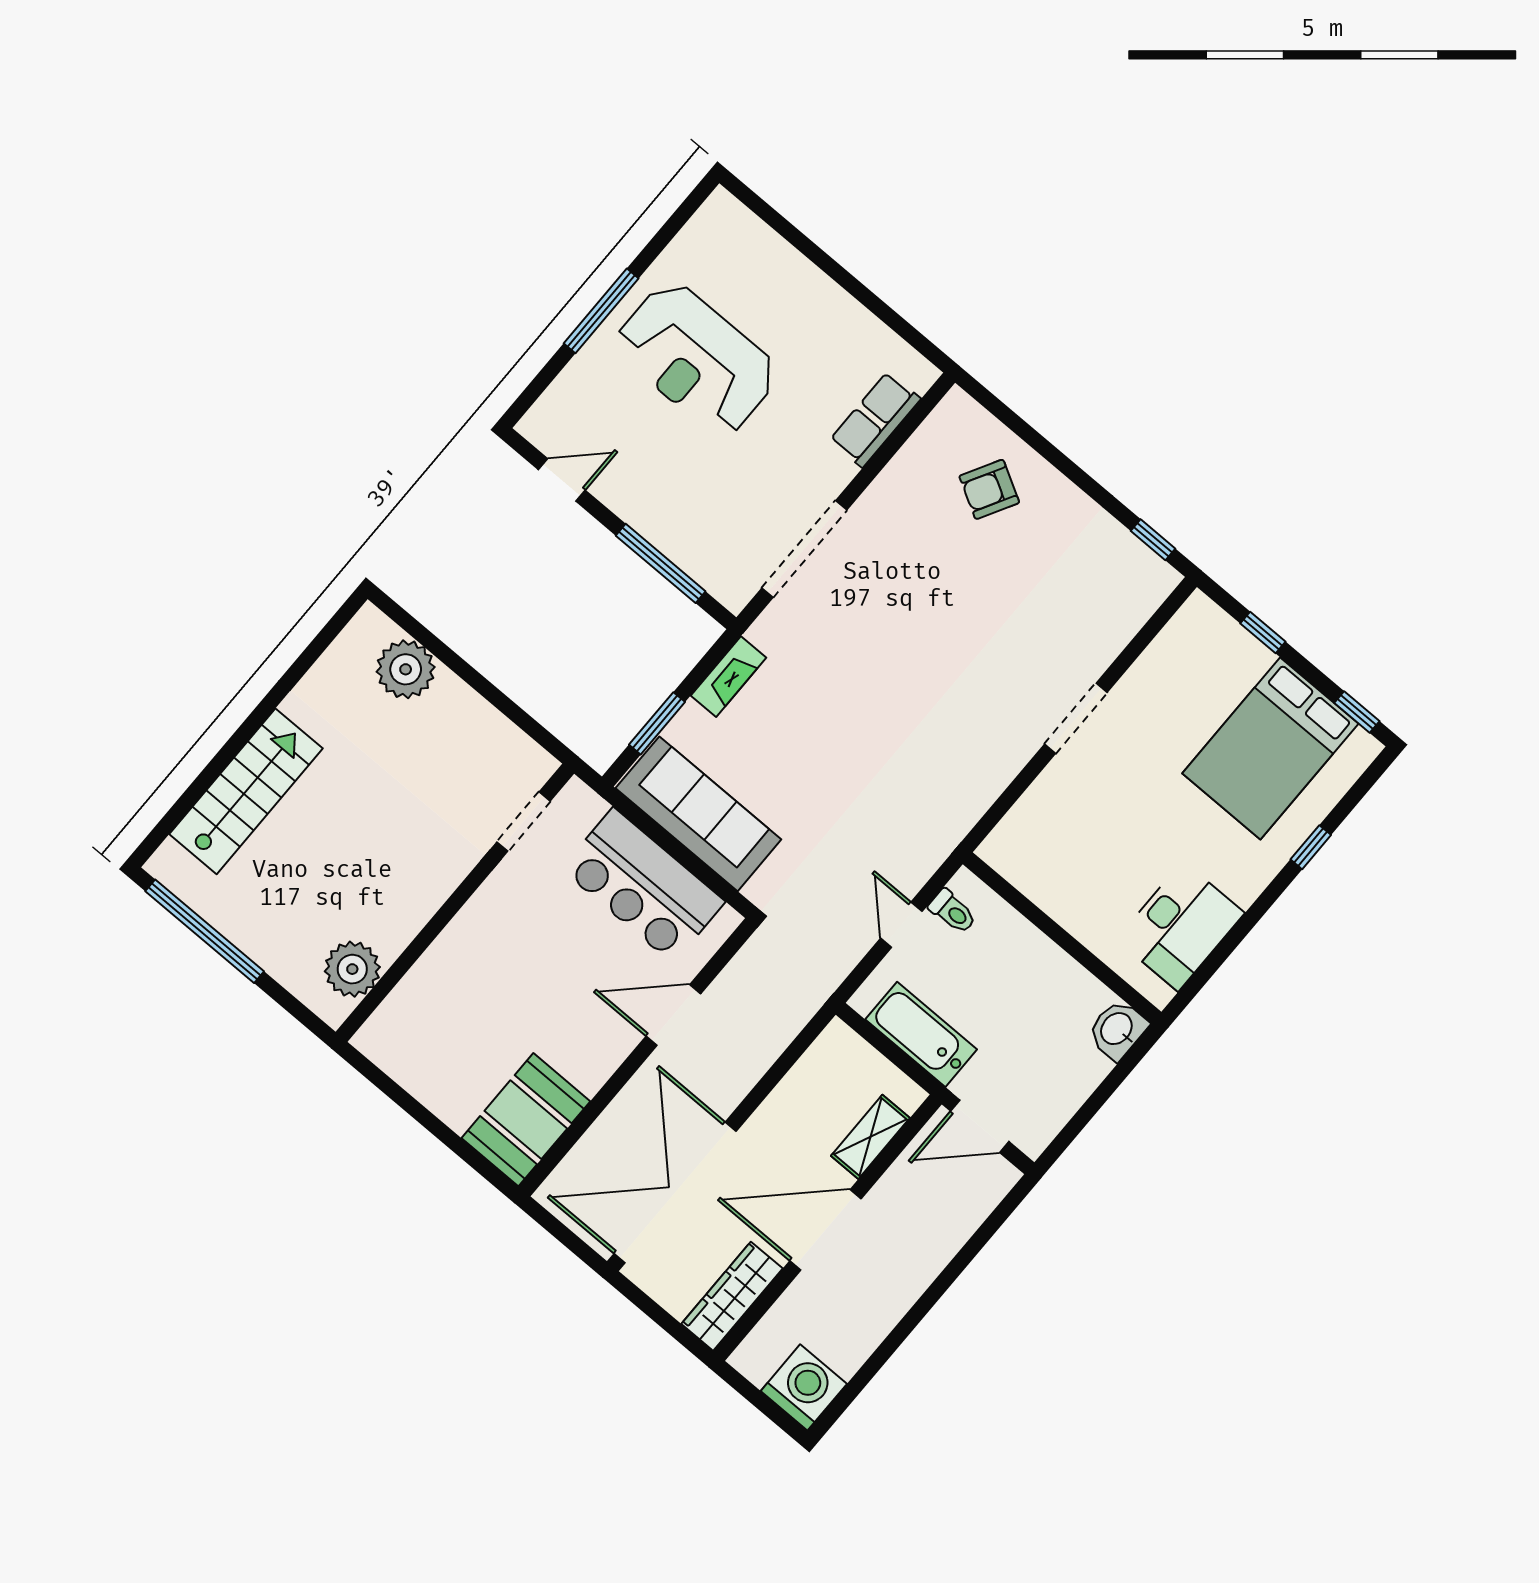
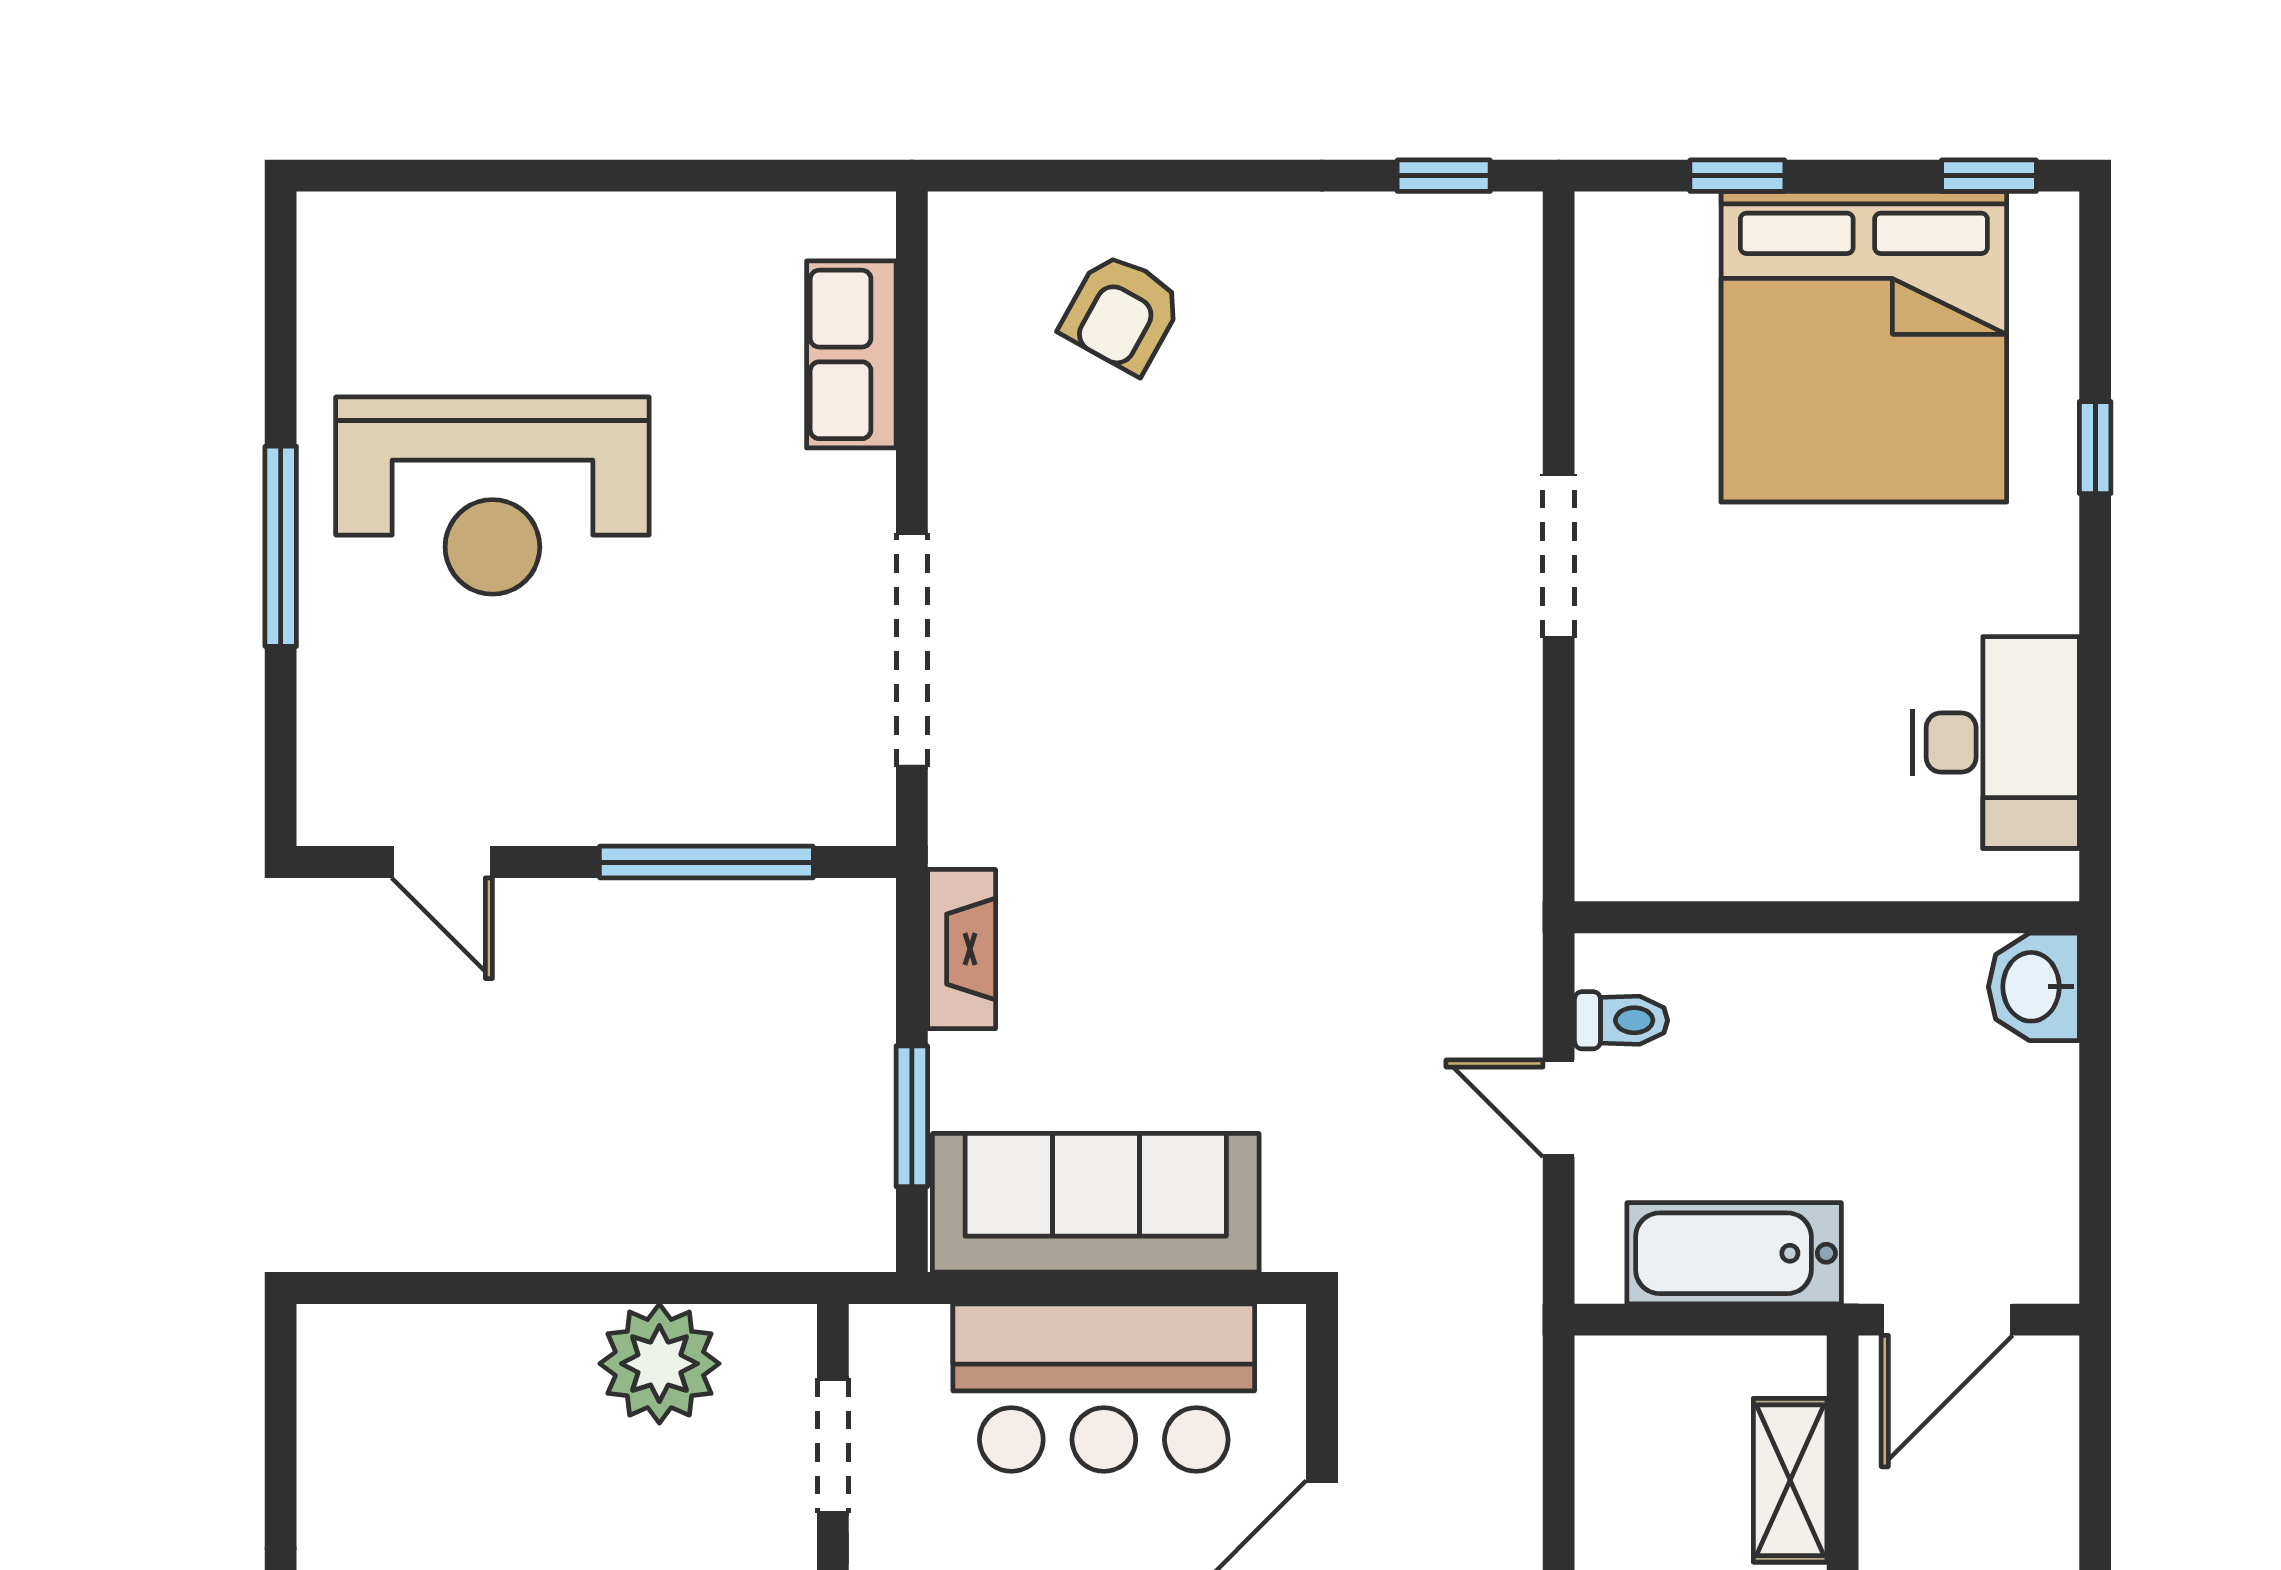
door: (562, 480) -> (442, 862), swing flipped
plant: (406, 669) -> (659, 1364), moved
bed: (1270, 748) -> (1864, 347), width x1.36

